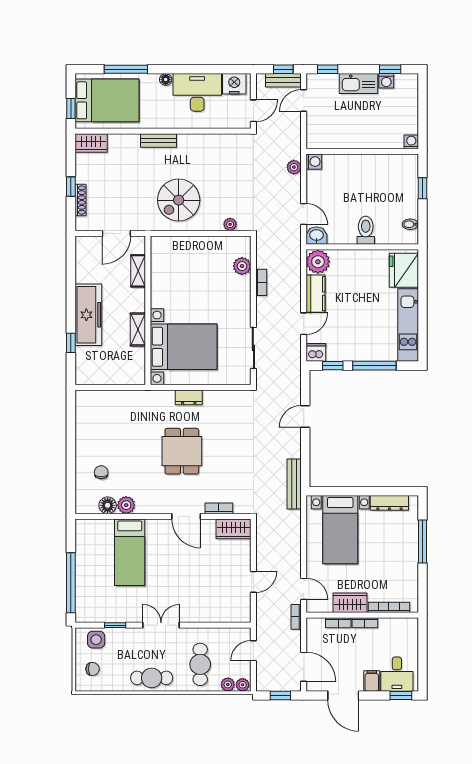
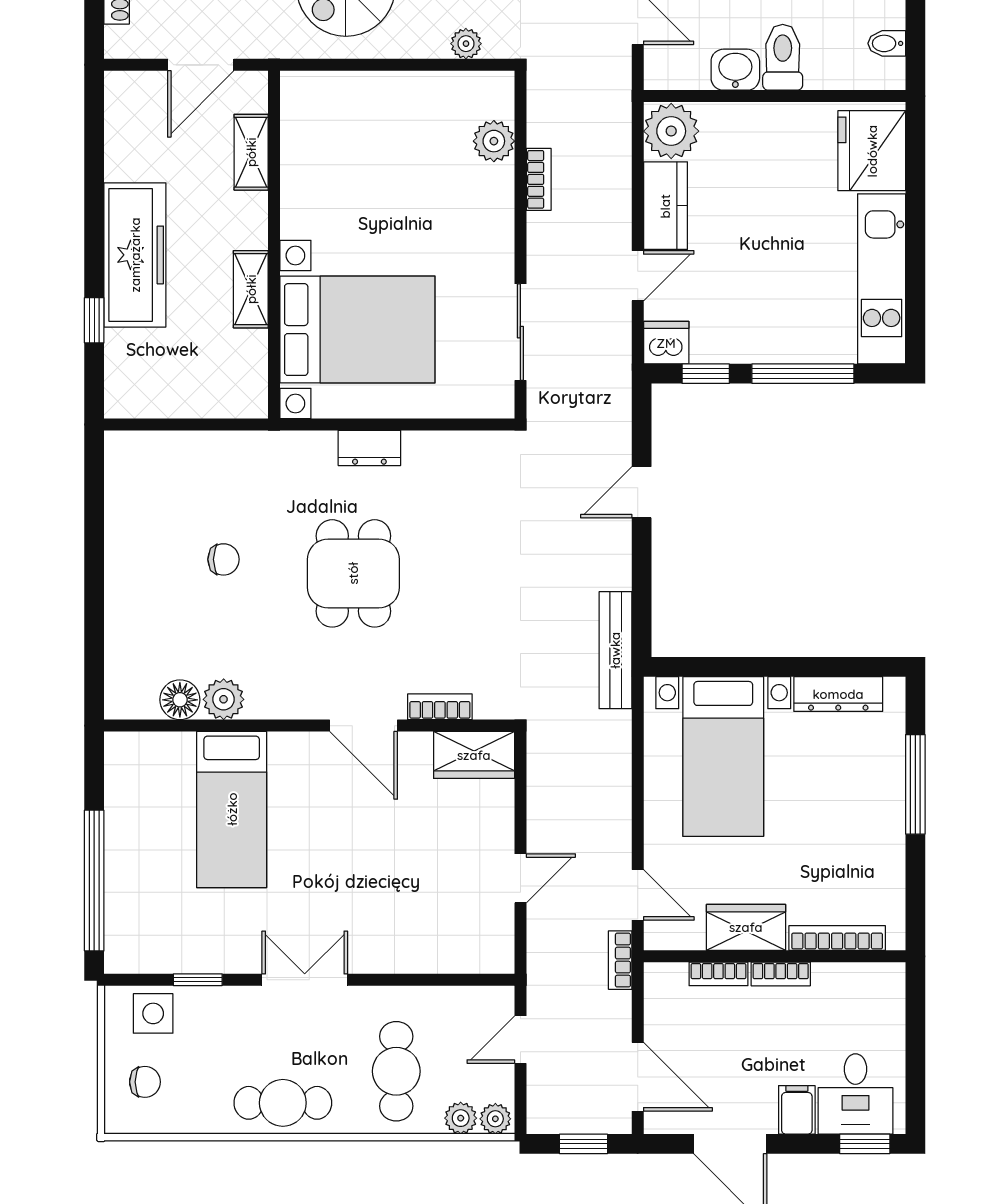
washbasin: (316, 235) -> (735, 70), moved
chair: (101, 472) -> (223, 559), moved, turned 90

